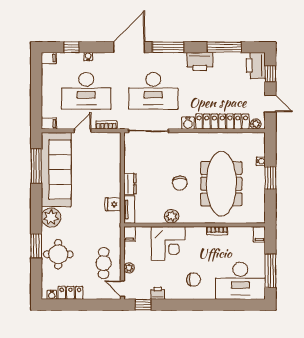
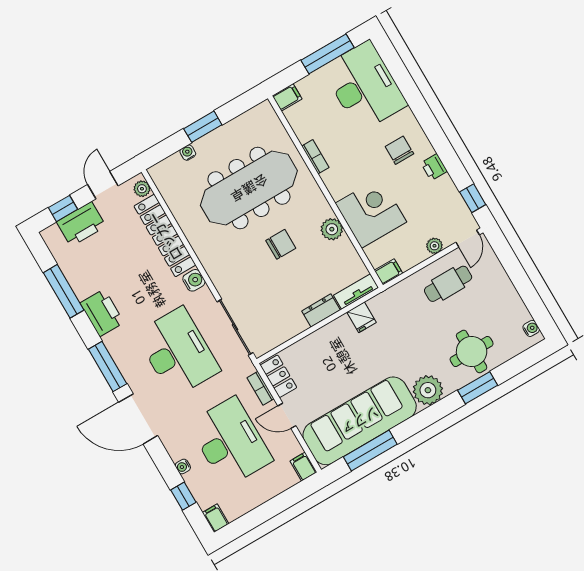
printer: (256, 66) -> (81, 224), moved
locker: (70, 293) -> (278, 376), moved, turned 180
printer: (158, 293) -> (434, 167), moved

